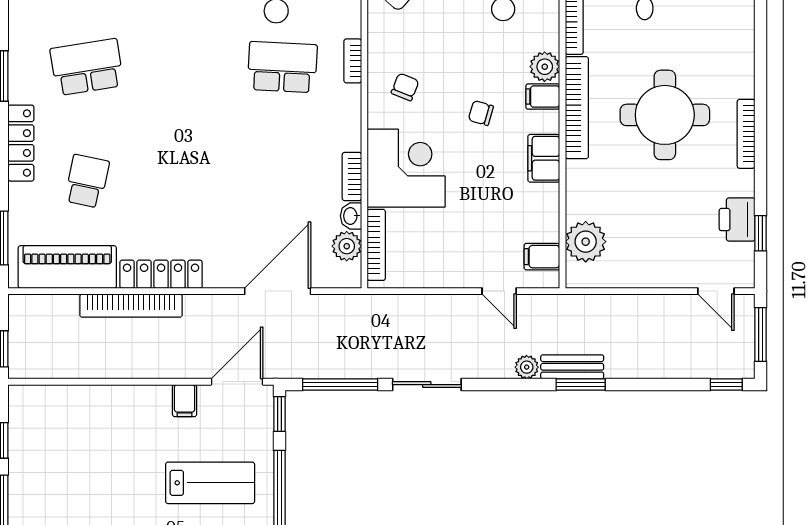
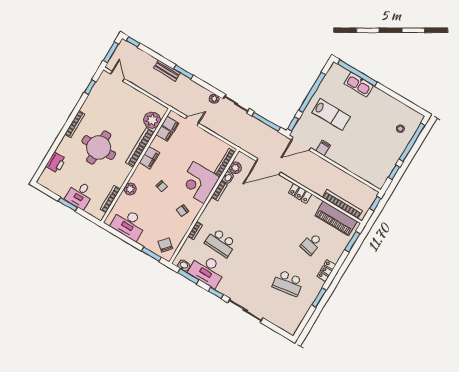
filing cabinet: (543, 97) -> (164, 134), moved
bookcase: (577, 108) -> (140, 147), moved
locker: (21, 143) -> (326, 271), width x0.66
printer: (737, 220) -> (56, 163), moved
locker: (161, 274) -> (300, 193), width x0.66
door: (499, 291) -> (192, 121), hinge flipped
bookcase: (131, 306) -> (342, 204), moved
plant: (527, 367) -> (214, 99), moved
bench: (572, 367) -> (167, 71), moved
lab bench: (210, 483) -> (331, 115), turned 180

